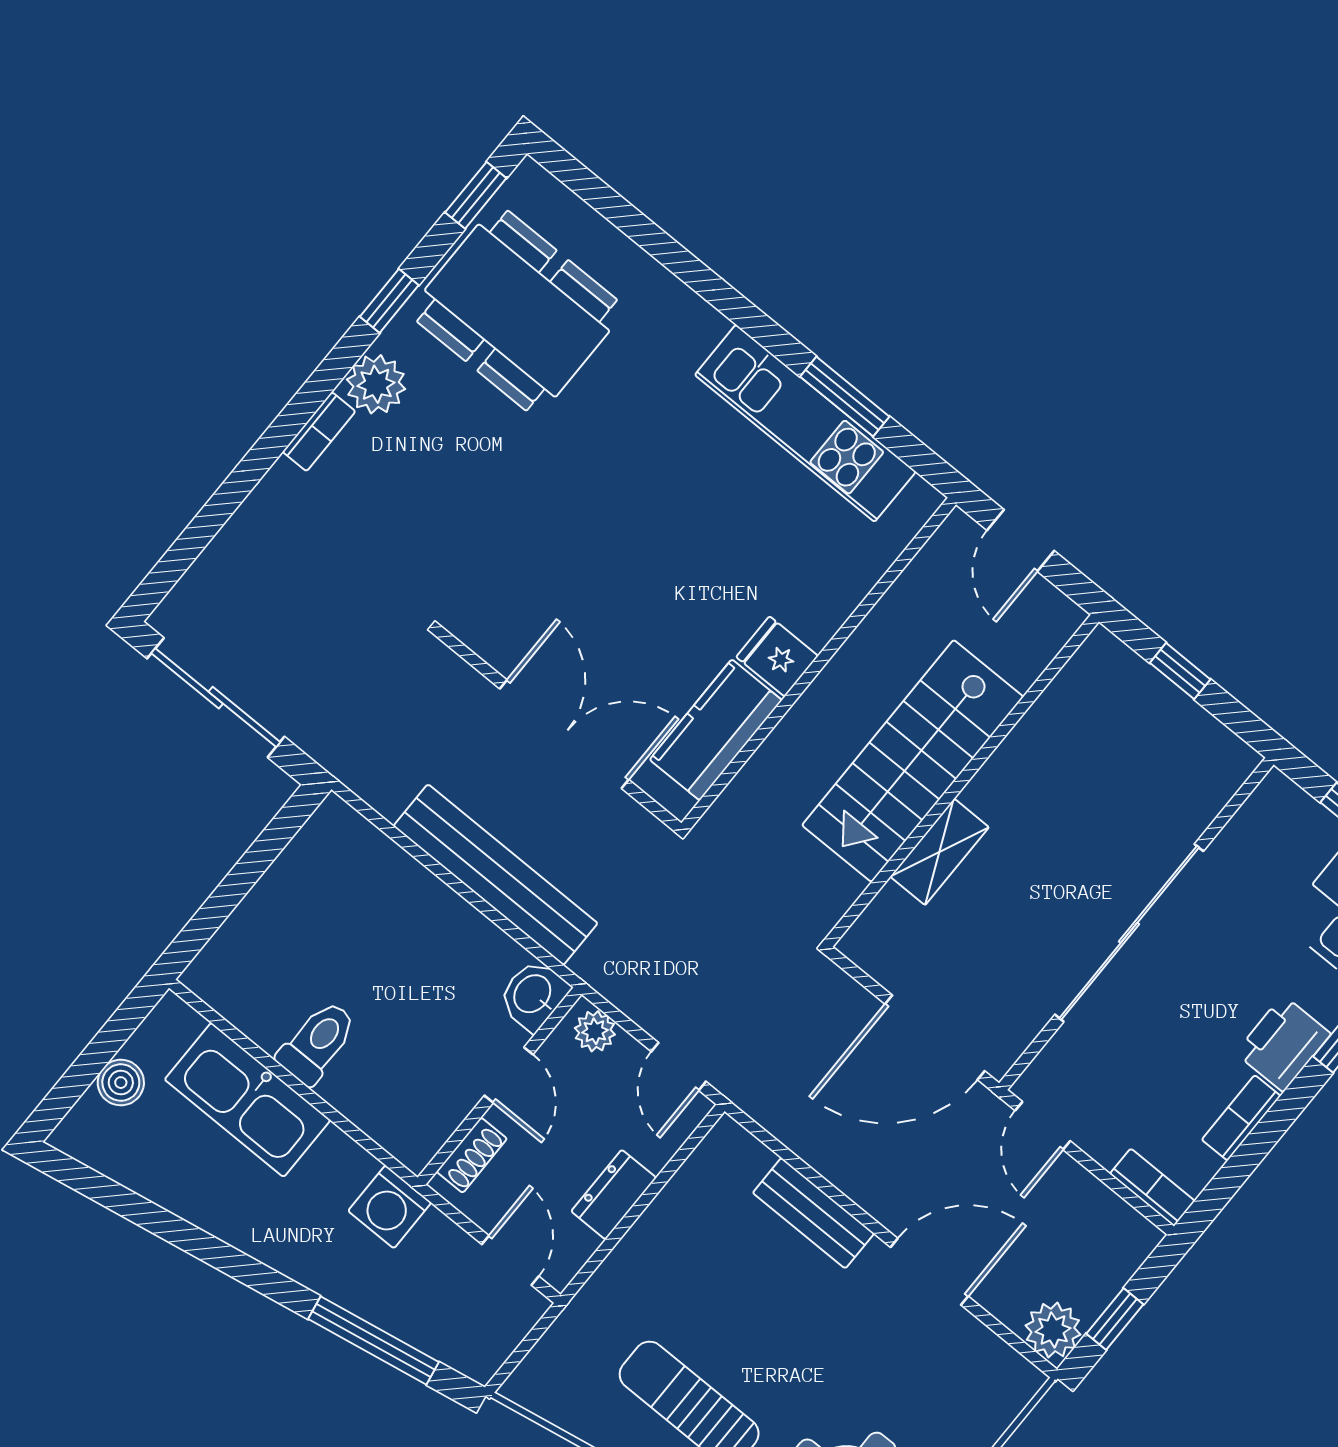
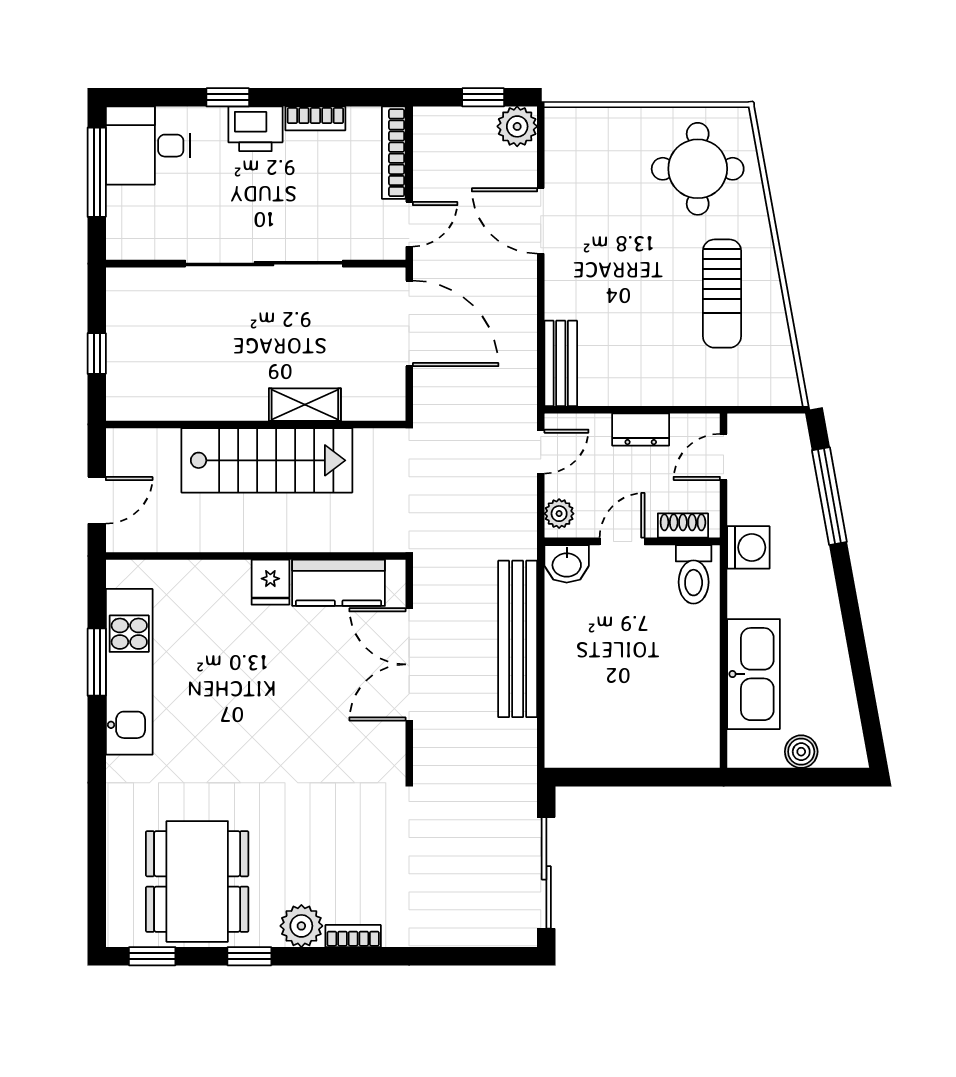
toilet: (317, 1043) -> (694, 574), moved, turned -90
bookcase: (1152, 1187) -> (394, 153), width x1.56
bench: (813, 1213) -> (561, 363), moved

